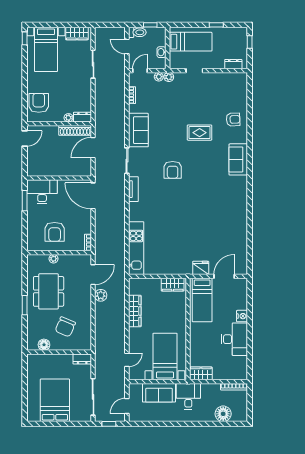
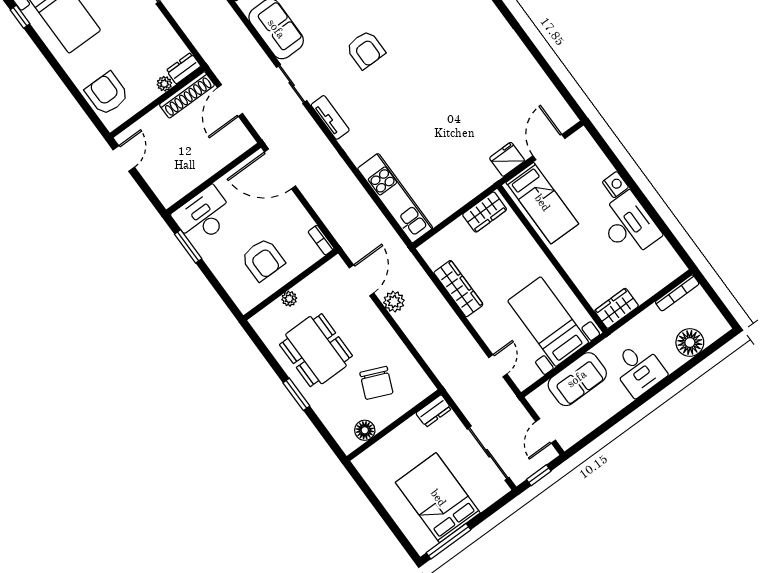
desk: (188, 396) -> (639, 369), moved, turned 180
window: (45, 424) -> (449, 541), added

